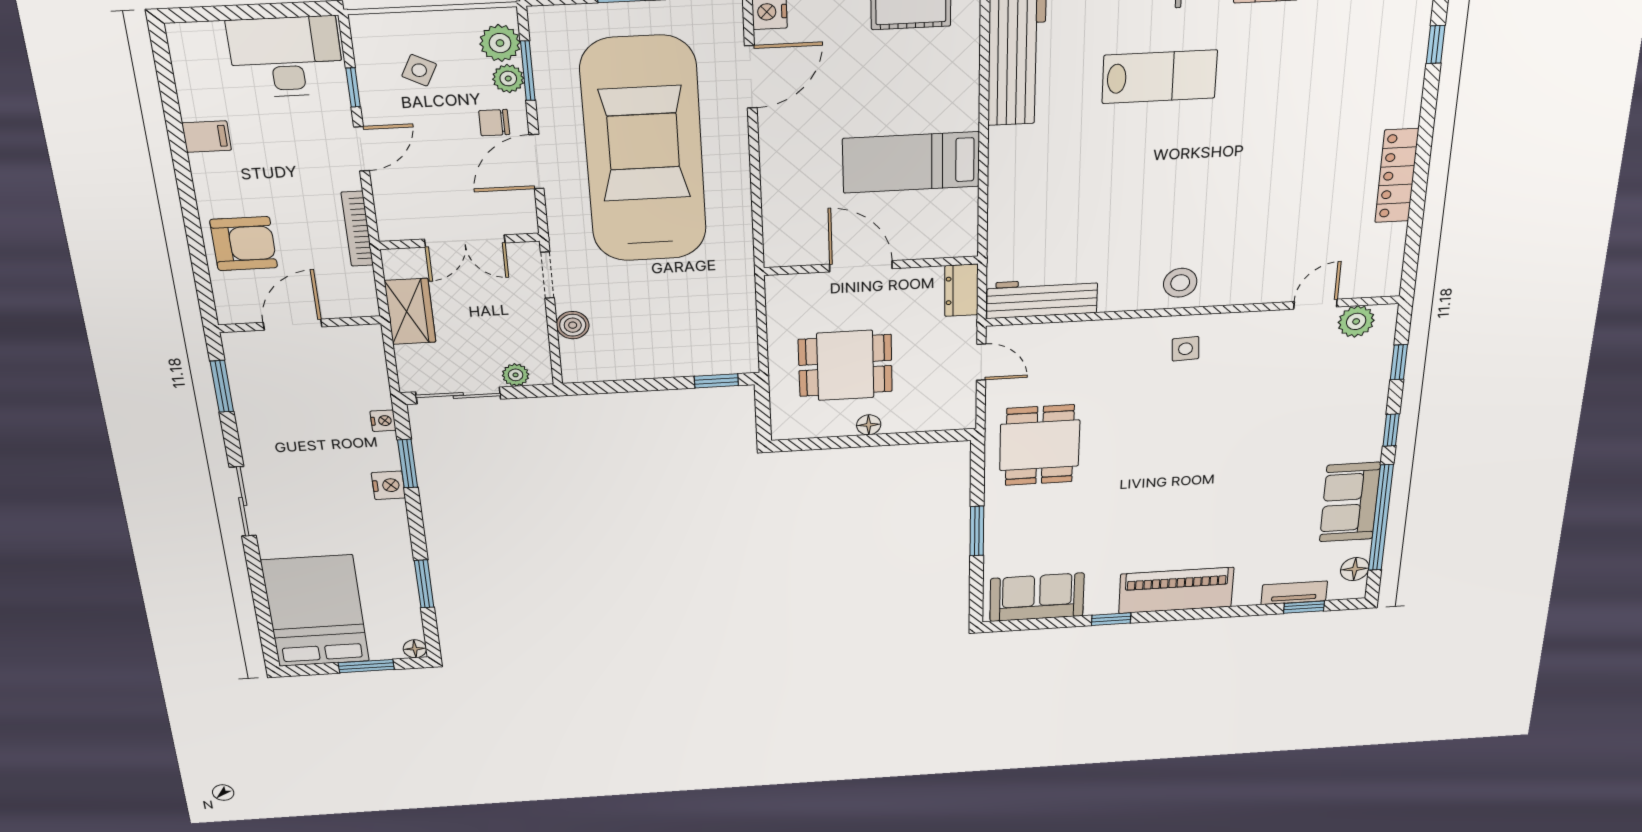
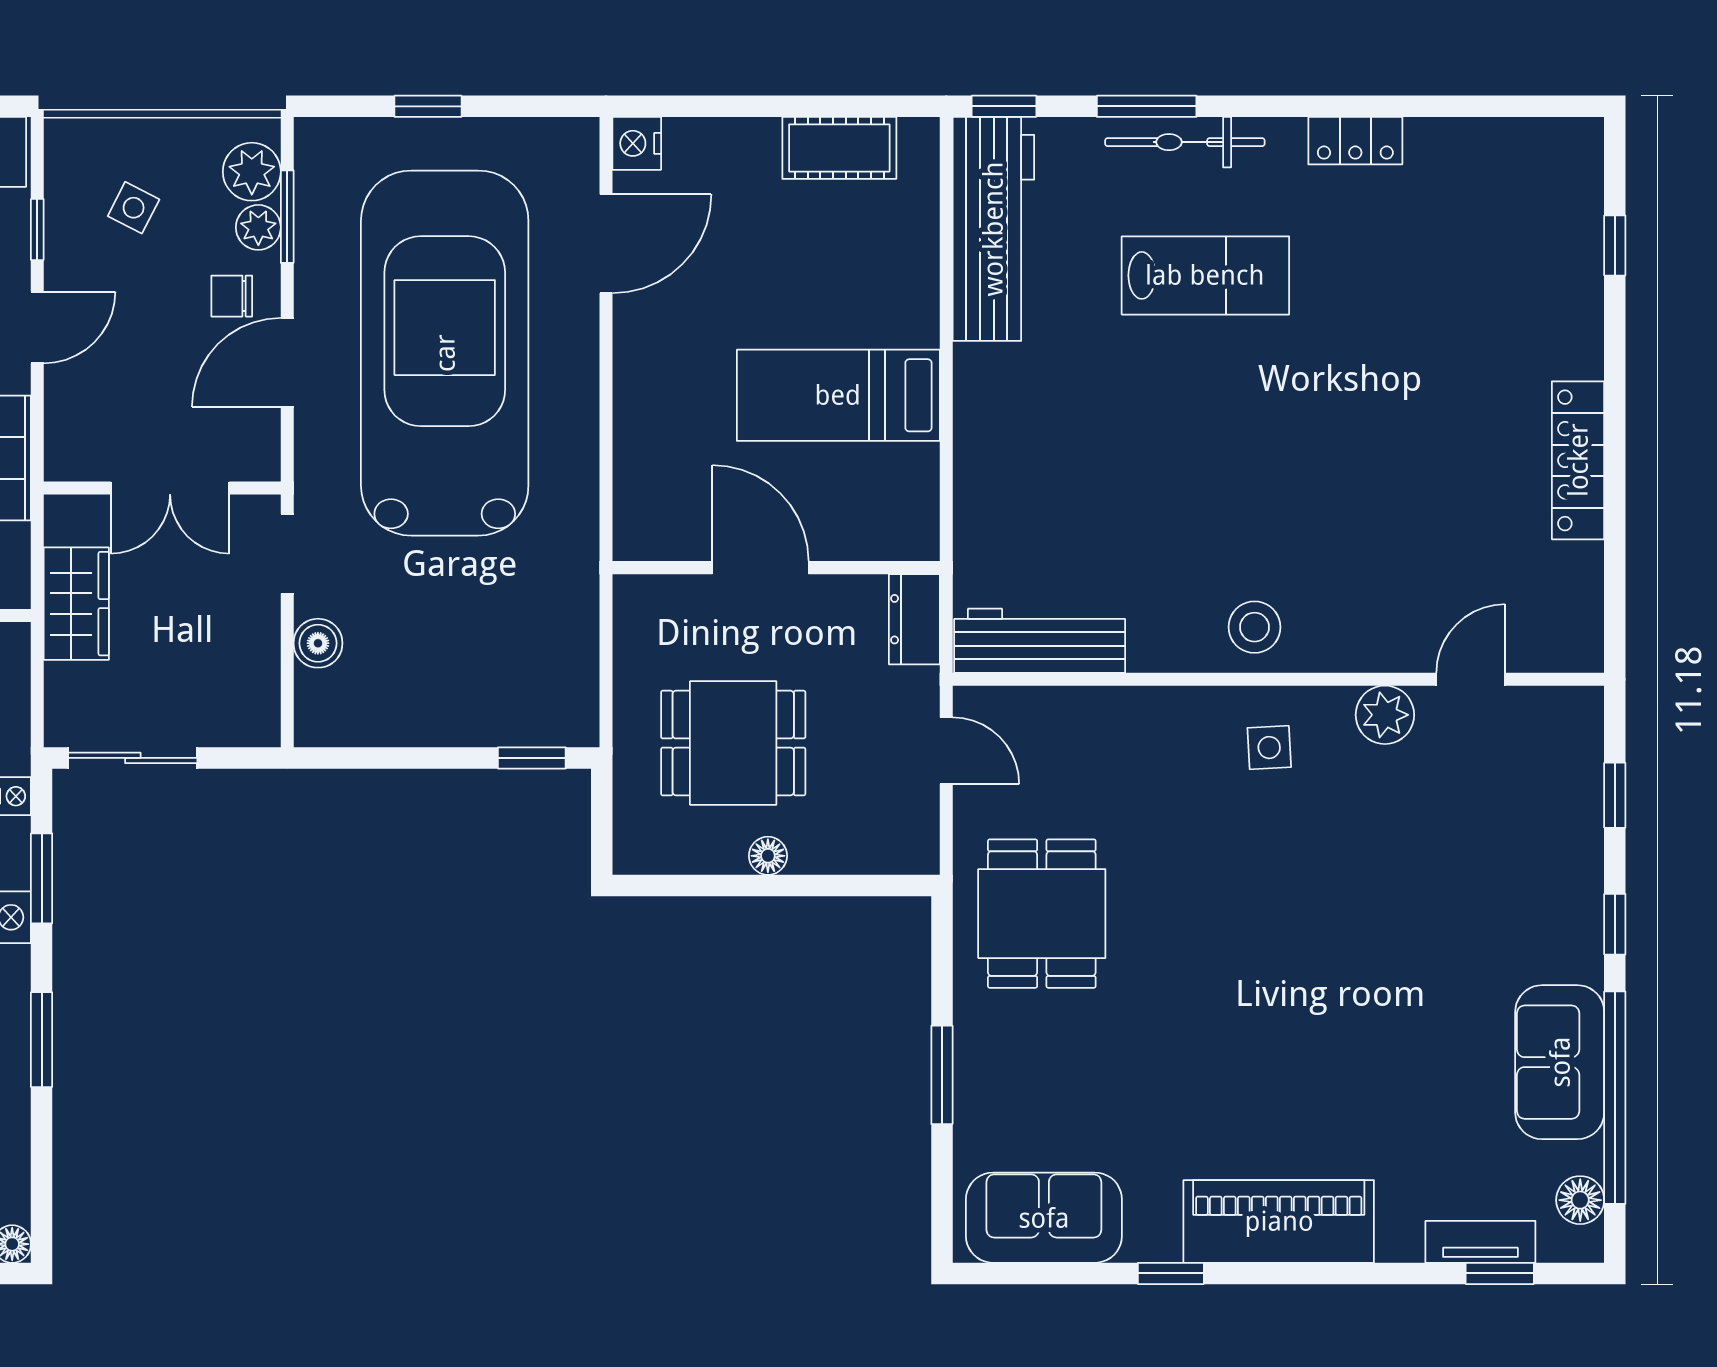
plant: (1356, 321) -> (1385, 715), moved
plant: (516, 375) -> (224, 727), removed
window: (424, 584) -> (42, 1040), moved

